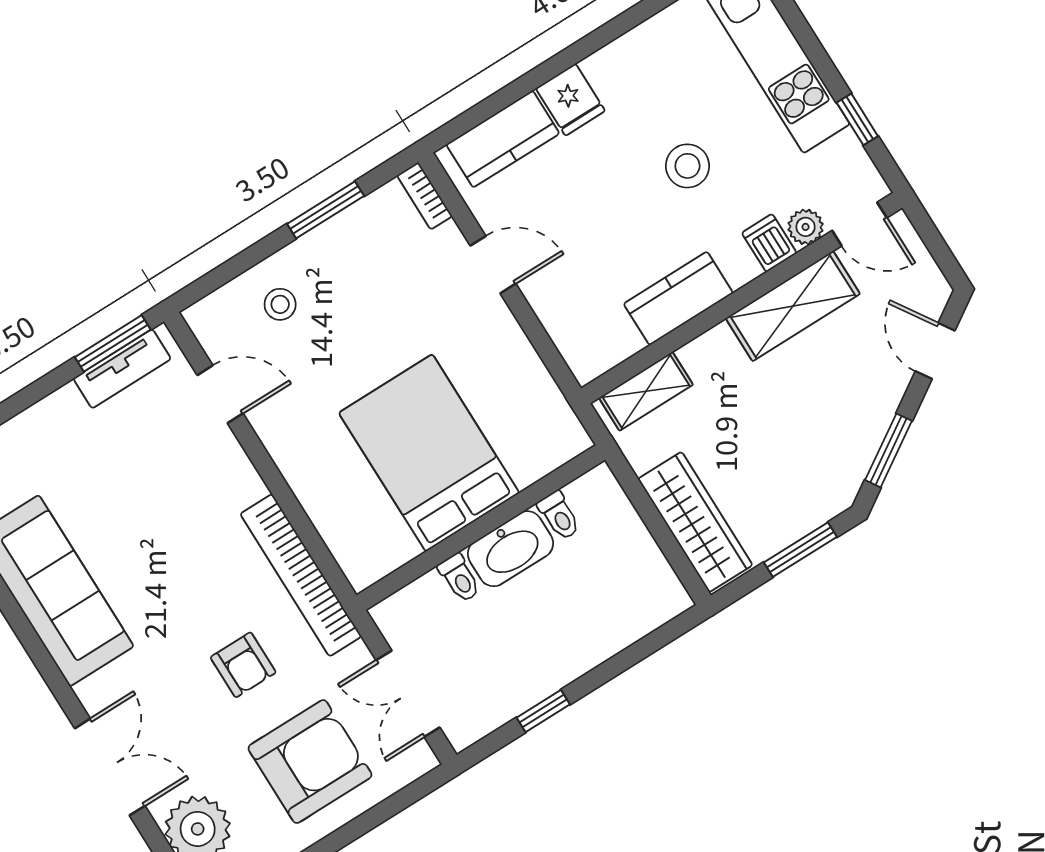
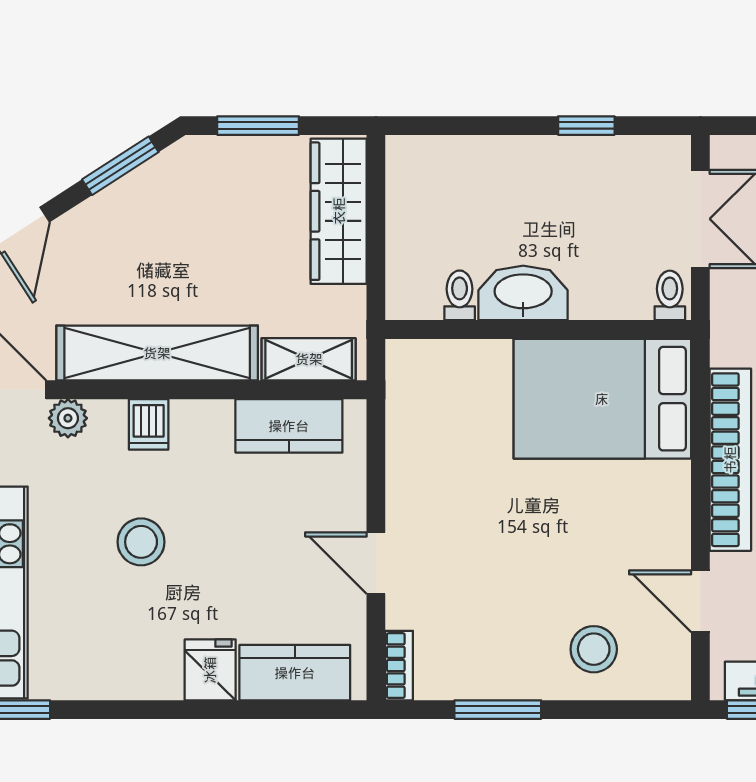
dishwasher: (769, 243) -> (149, 424), moved
kitchen counter: (678, 298) -> (289, 426), moved
stool: (280, 304) -> (594, 649), width x1.37, depth x1.37
shelving: (793, 306) -> (157, 353), width x1.47
bed: (429, 453) -> (602, 399), moved, turned 90
bookcase: (301, 575) -> (730, 460), moved
toilet: (459, 578) -> (670, 295), moved

